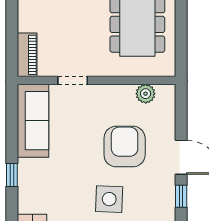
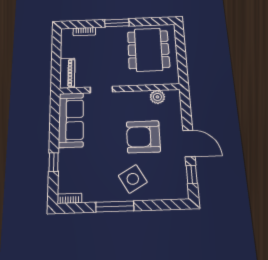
armchair: (125, 147) -> (143, 137), turned -90
side table: (109, 199) -> (133, 179), turned -32

